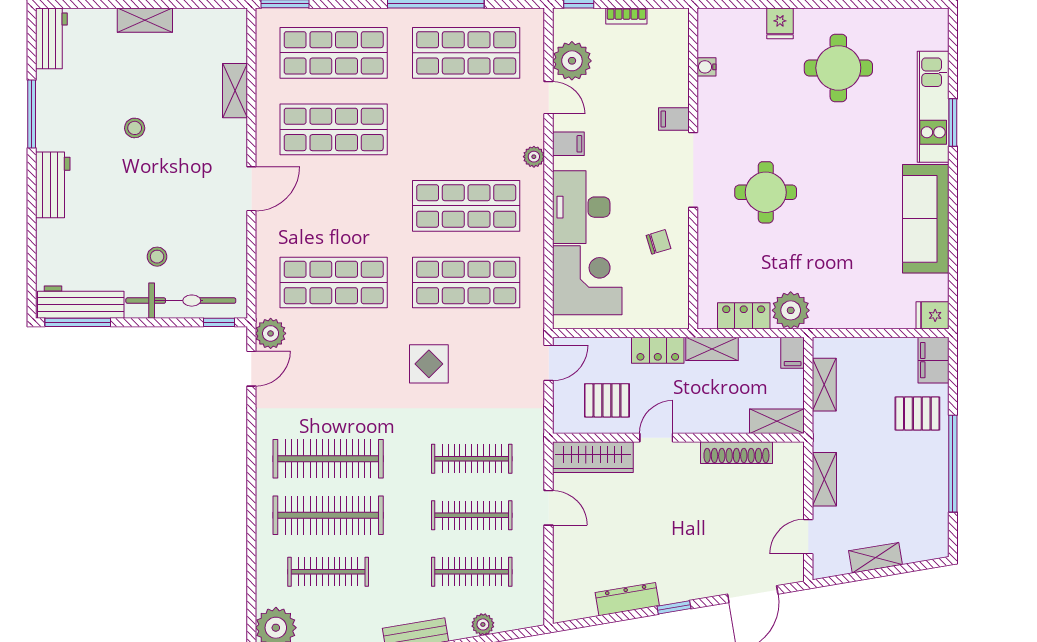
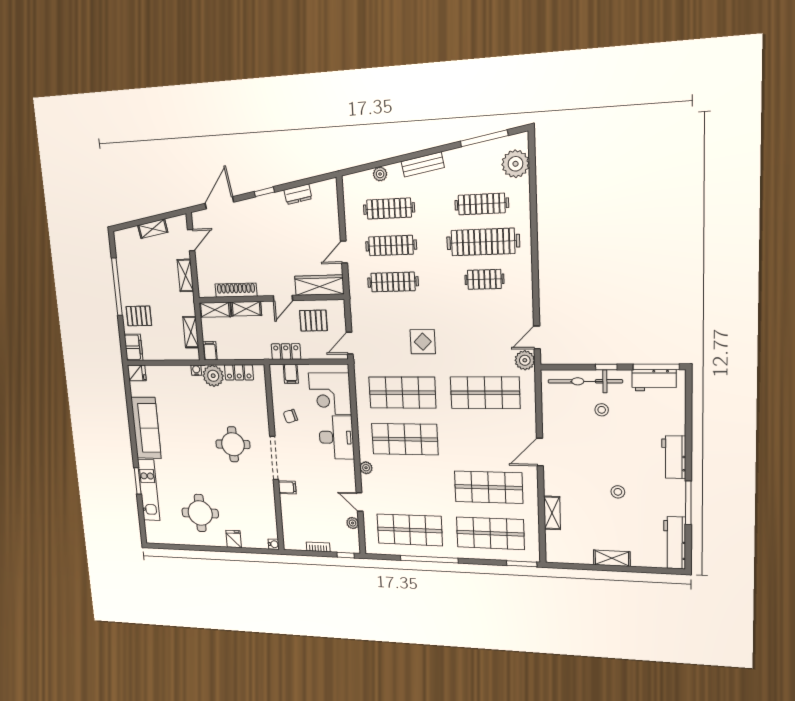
workbench: (51, 38) -> (675, 543), width x1.38
plant: (572, 61) -> (353, 523), width x0.53, depth x0.53
water cooler: (706, 67) -> (274, 544), moved
filing cabinet: (568, 144) -> (291, 374), moved, turned -90
workbench: (81, 302) -> (654, 380), width x0.73
water cooler: (821, 320) -> (196, 370), added
window: (219, 322) -> (606, 367), moved
shelving: (712, 349) -> (246, 309), moved
clothes rail: (328, 459) -> (484, 279), width x0.54, depth x0.76
door: (549, 508) -> (344, 252), hinge flipped
dresser: (627, 599) -> (298, 194), width x0.70

